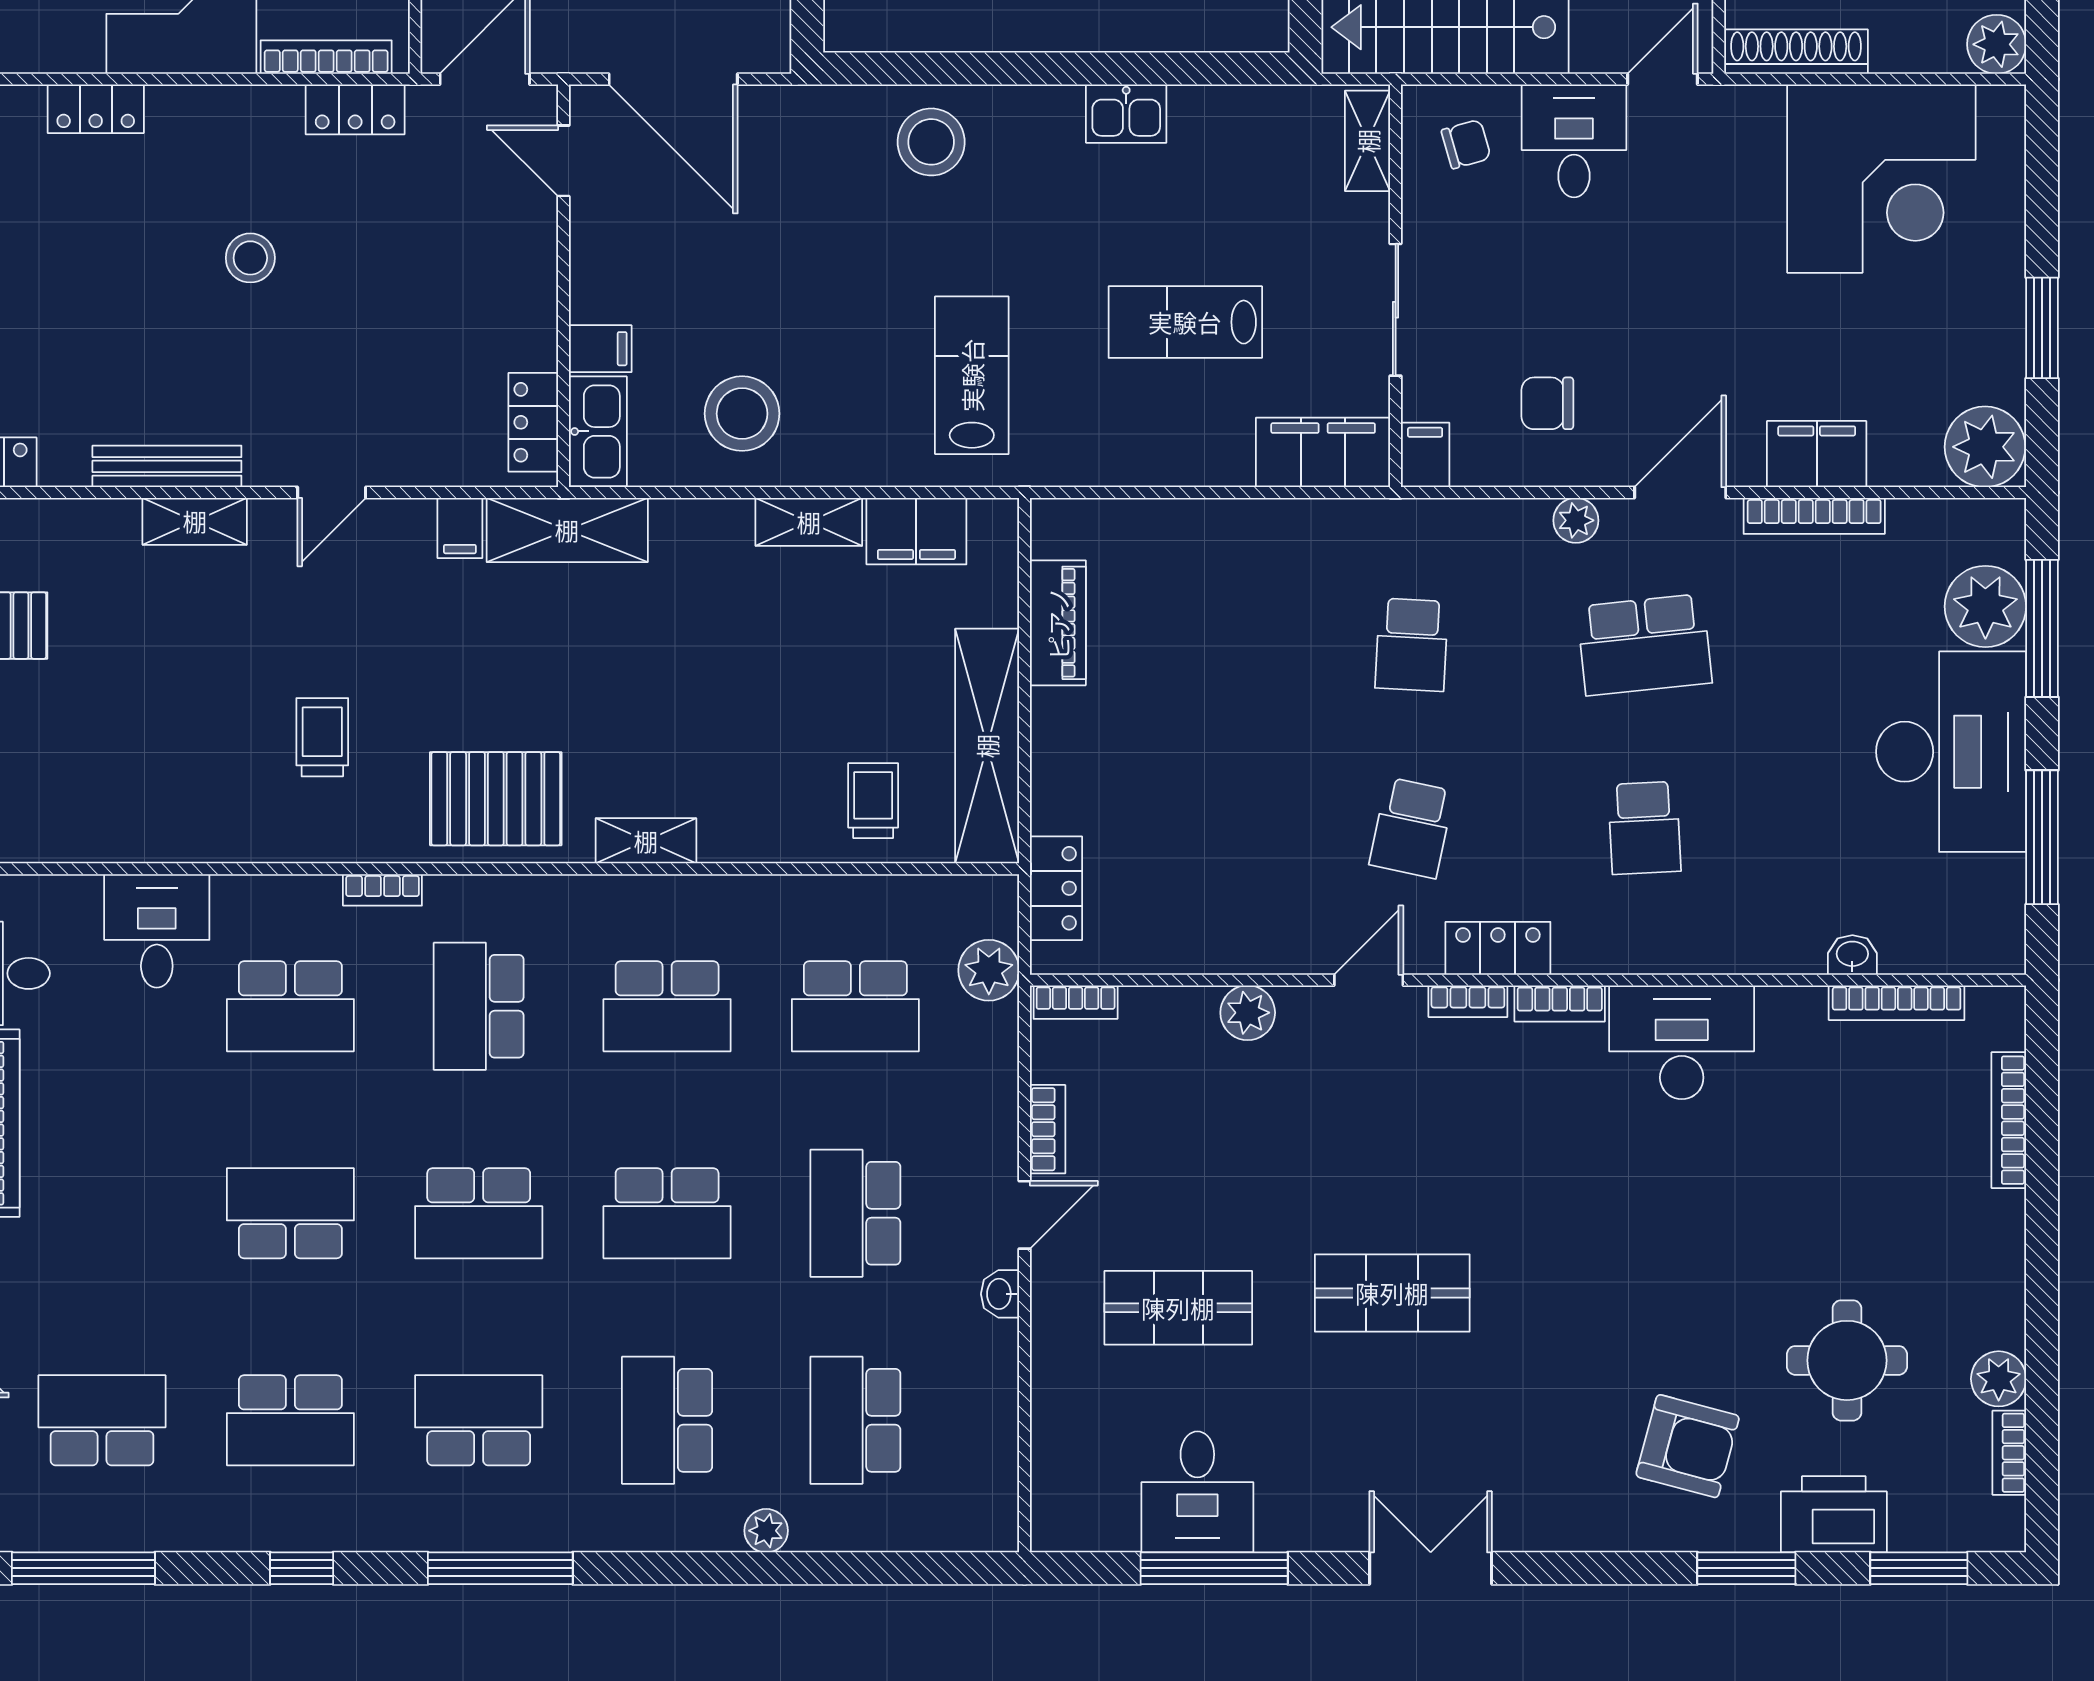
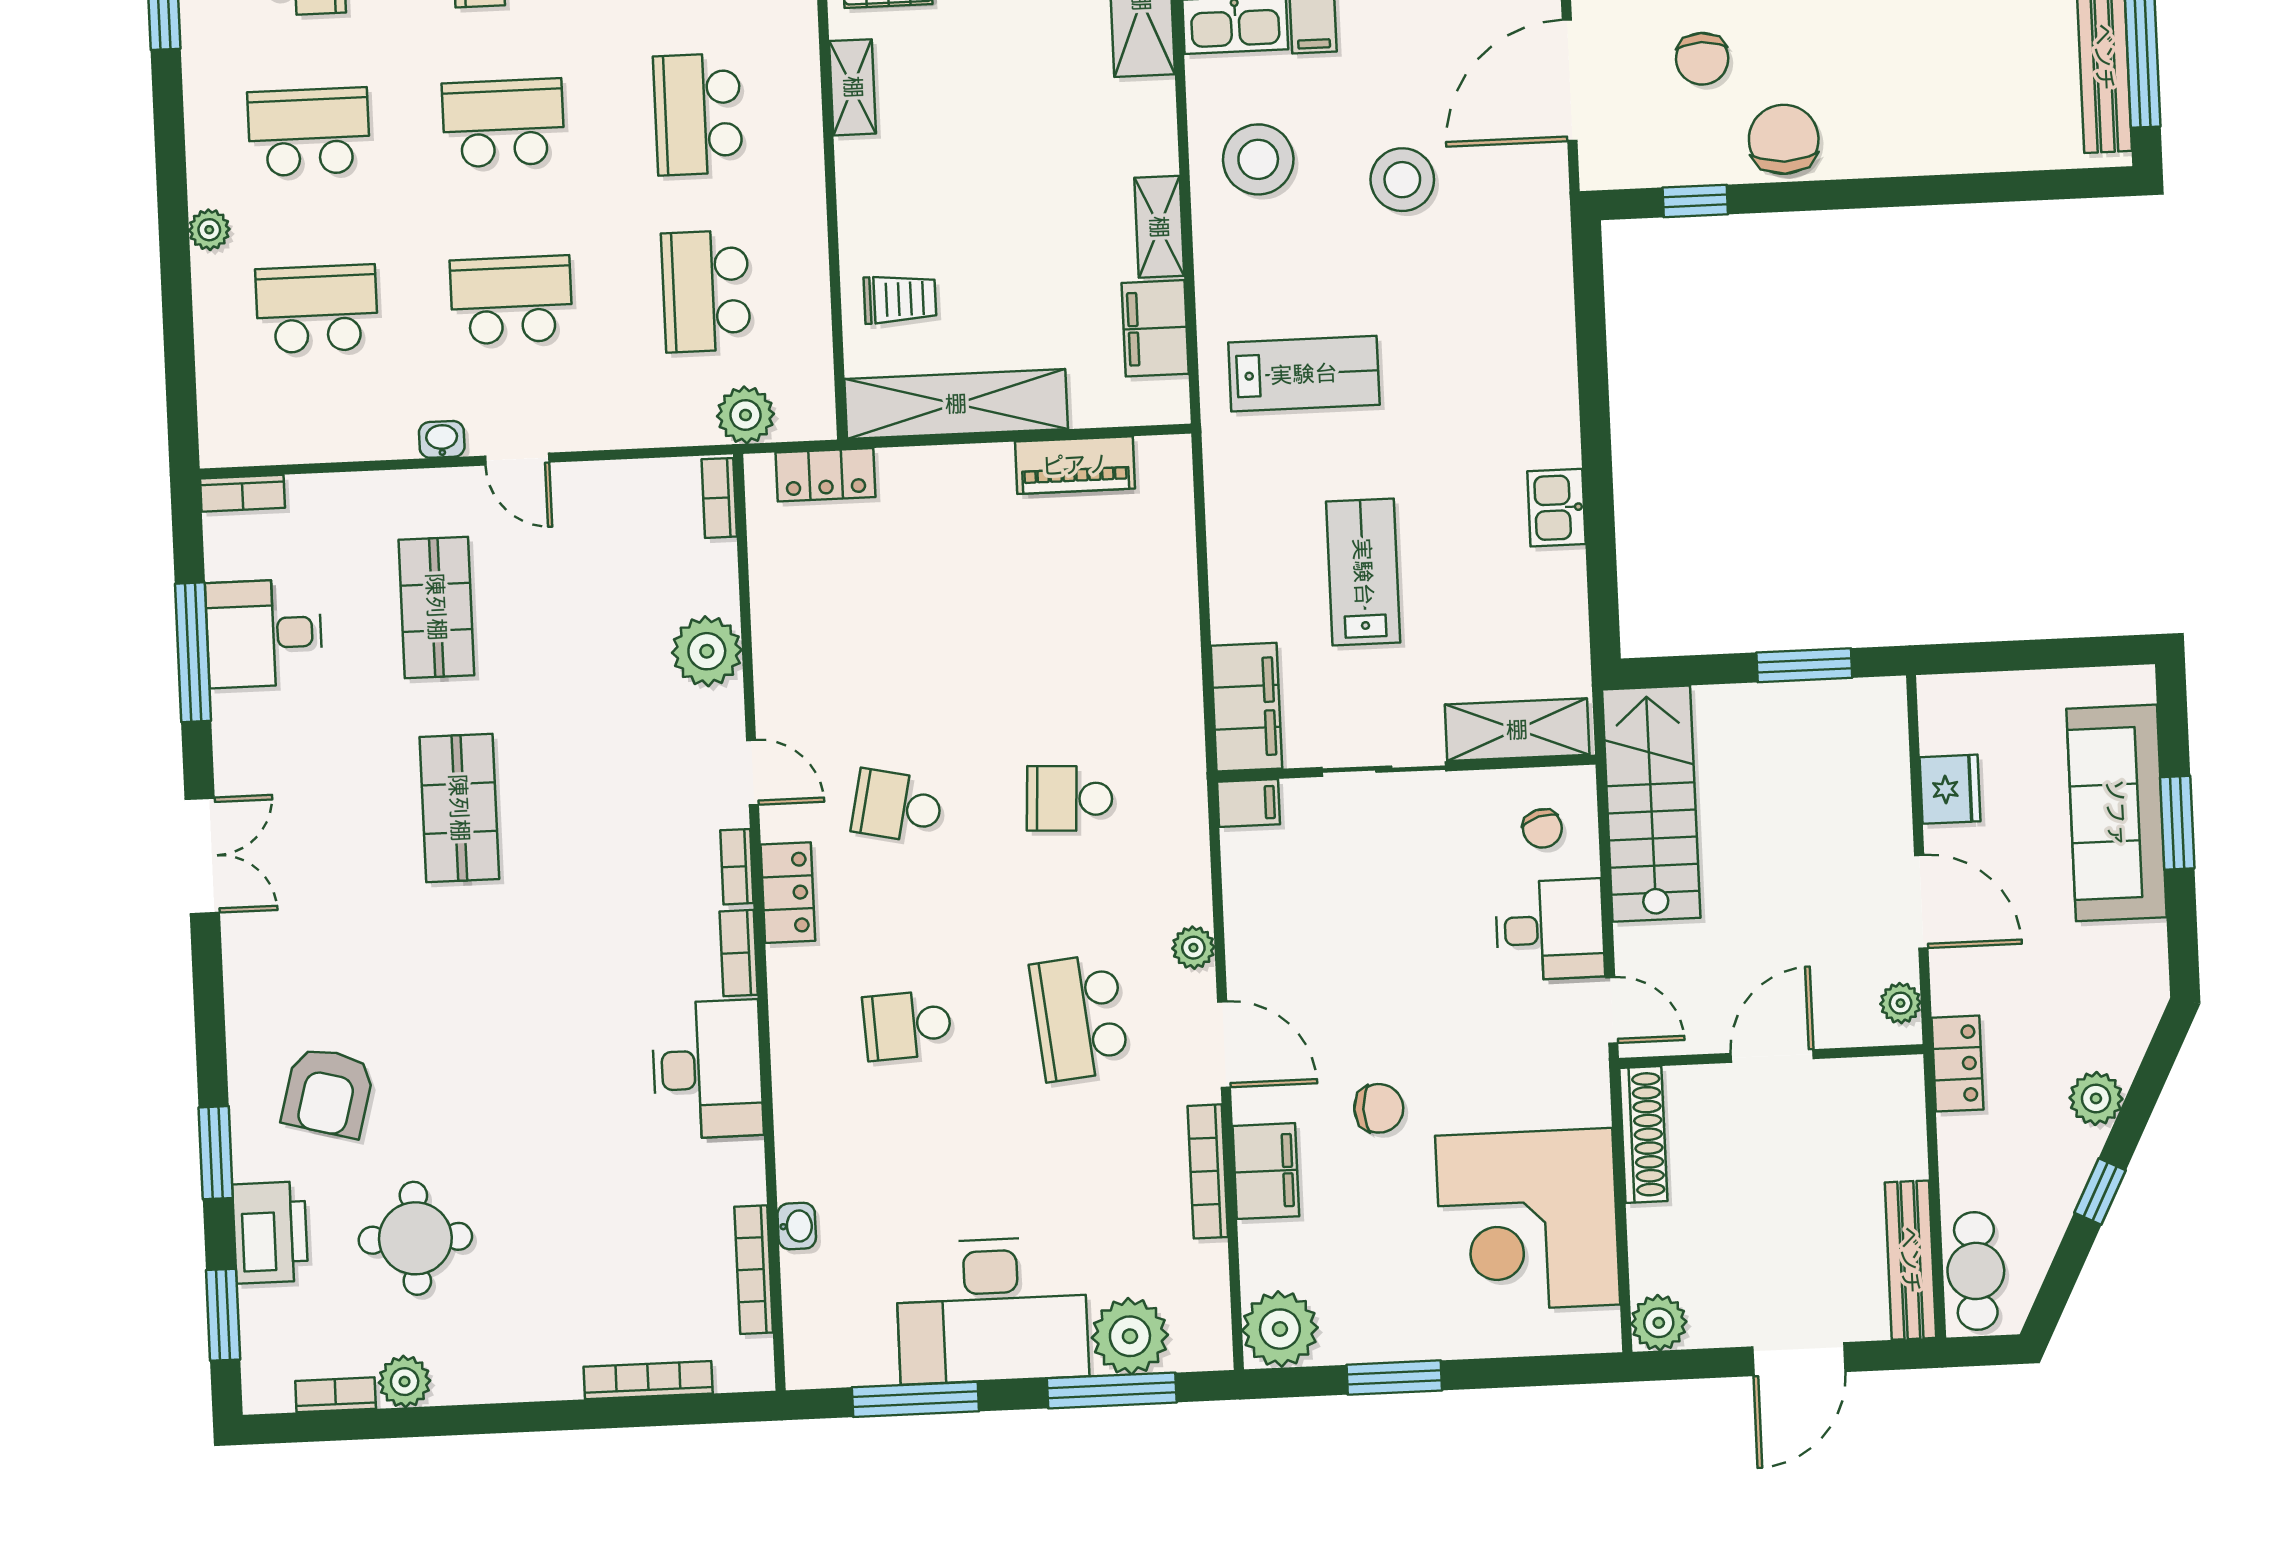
shelving: (1368, 141) -> (1517, 730), width x1.50, depth x1.33
stool: (931, 142) -> (1402, 180), moved
chair: (1547, 403) -> (1379, 1108), moved, turned 90
plant: (1248, 1013) -> (707, 651), width x1.36, depth x1.36
bookcase: (1048, 1129) -> (242, 493), moved
school desk: (667, 1213) -> (503, 123), turned 90

